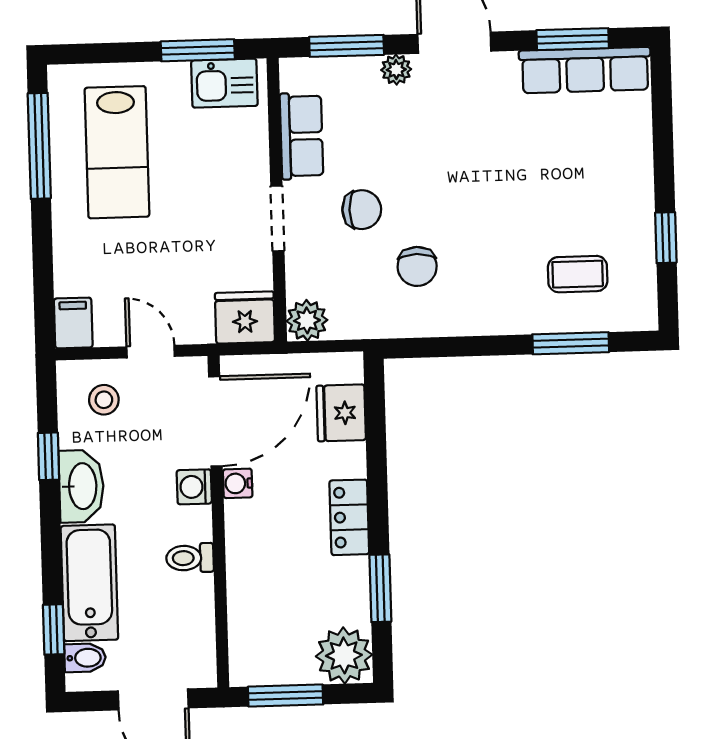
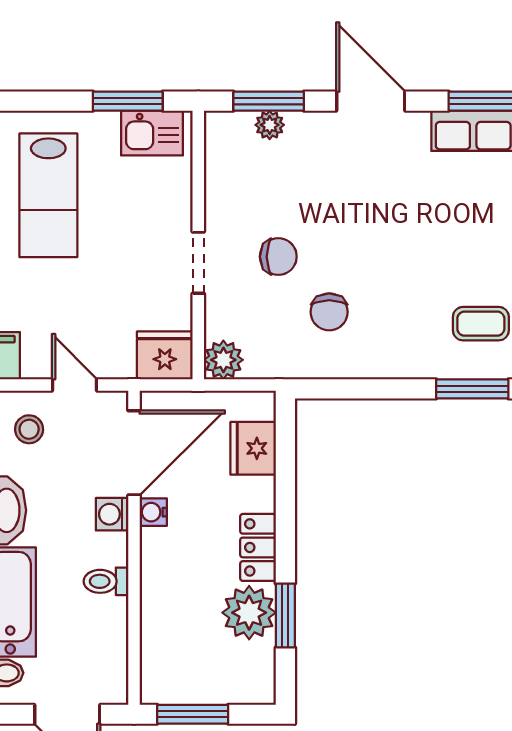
plant: (396, 70) -> (270, 125), moved
row of seats: (302, 136) -> (223, 185), removed
plant: (344, 655) -> (249, 613), moved

